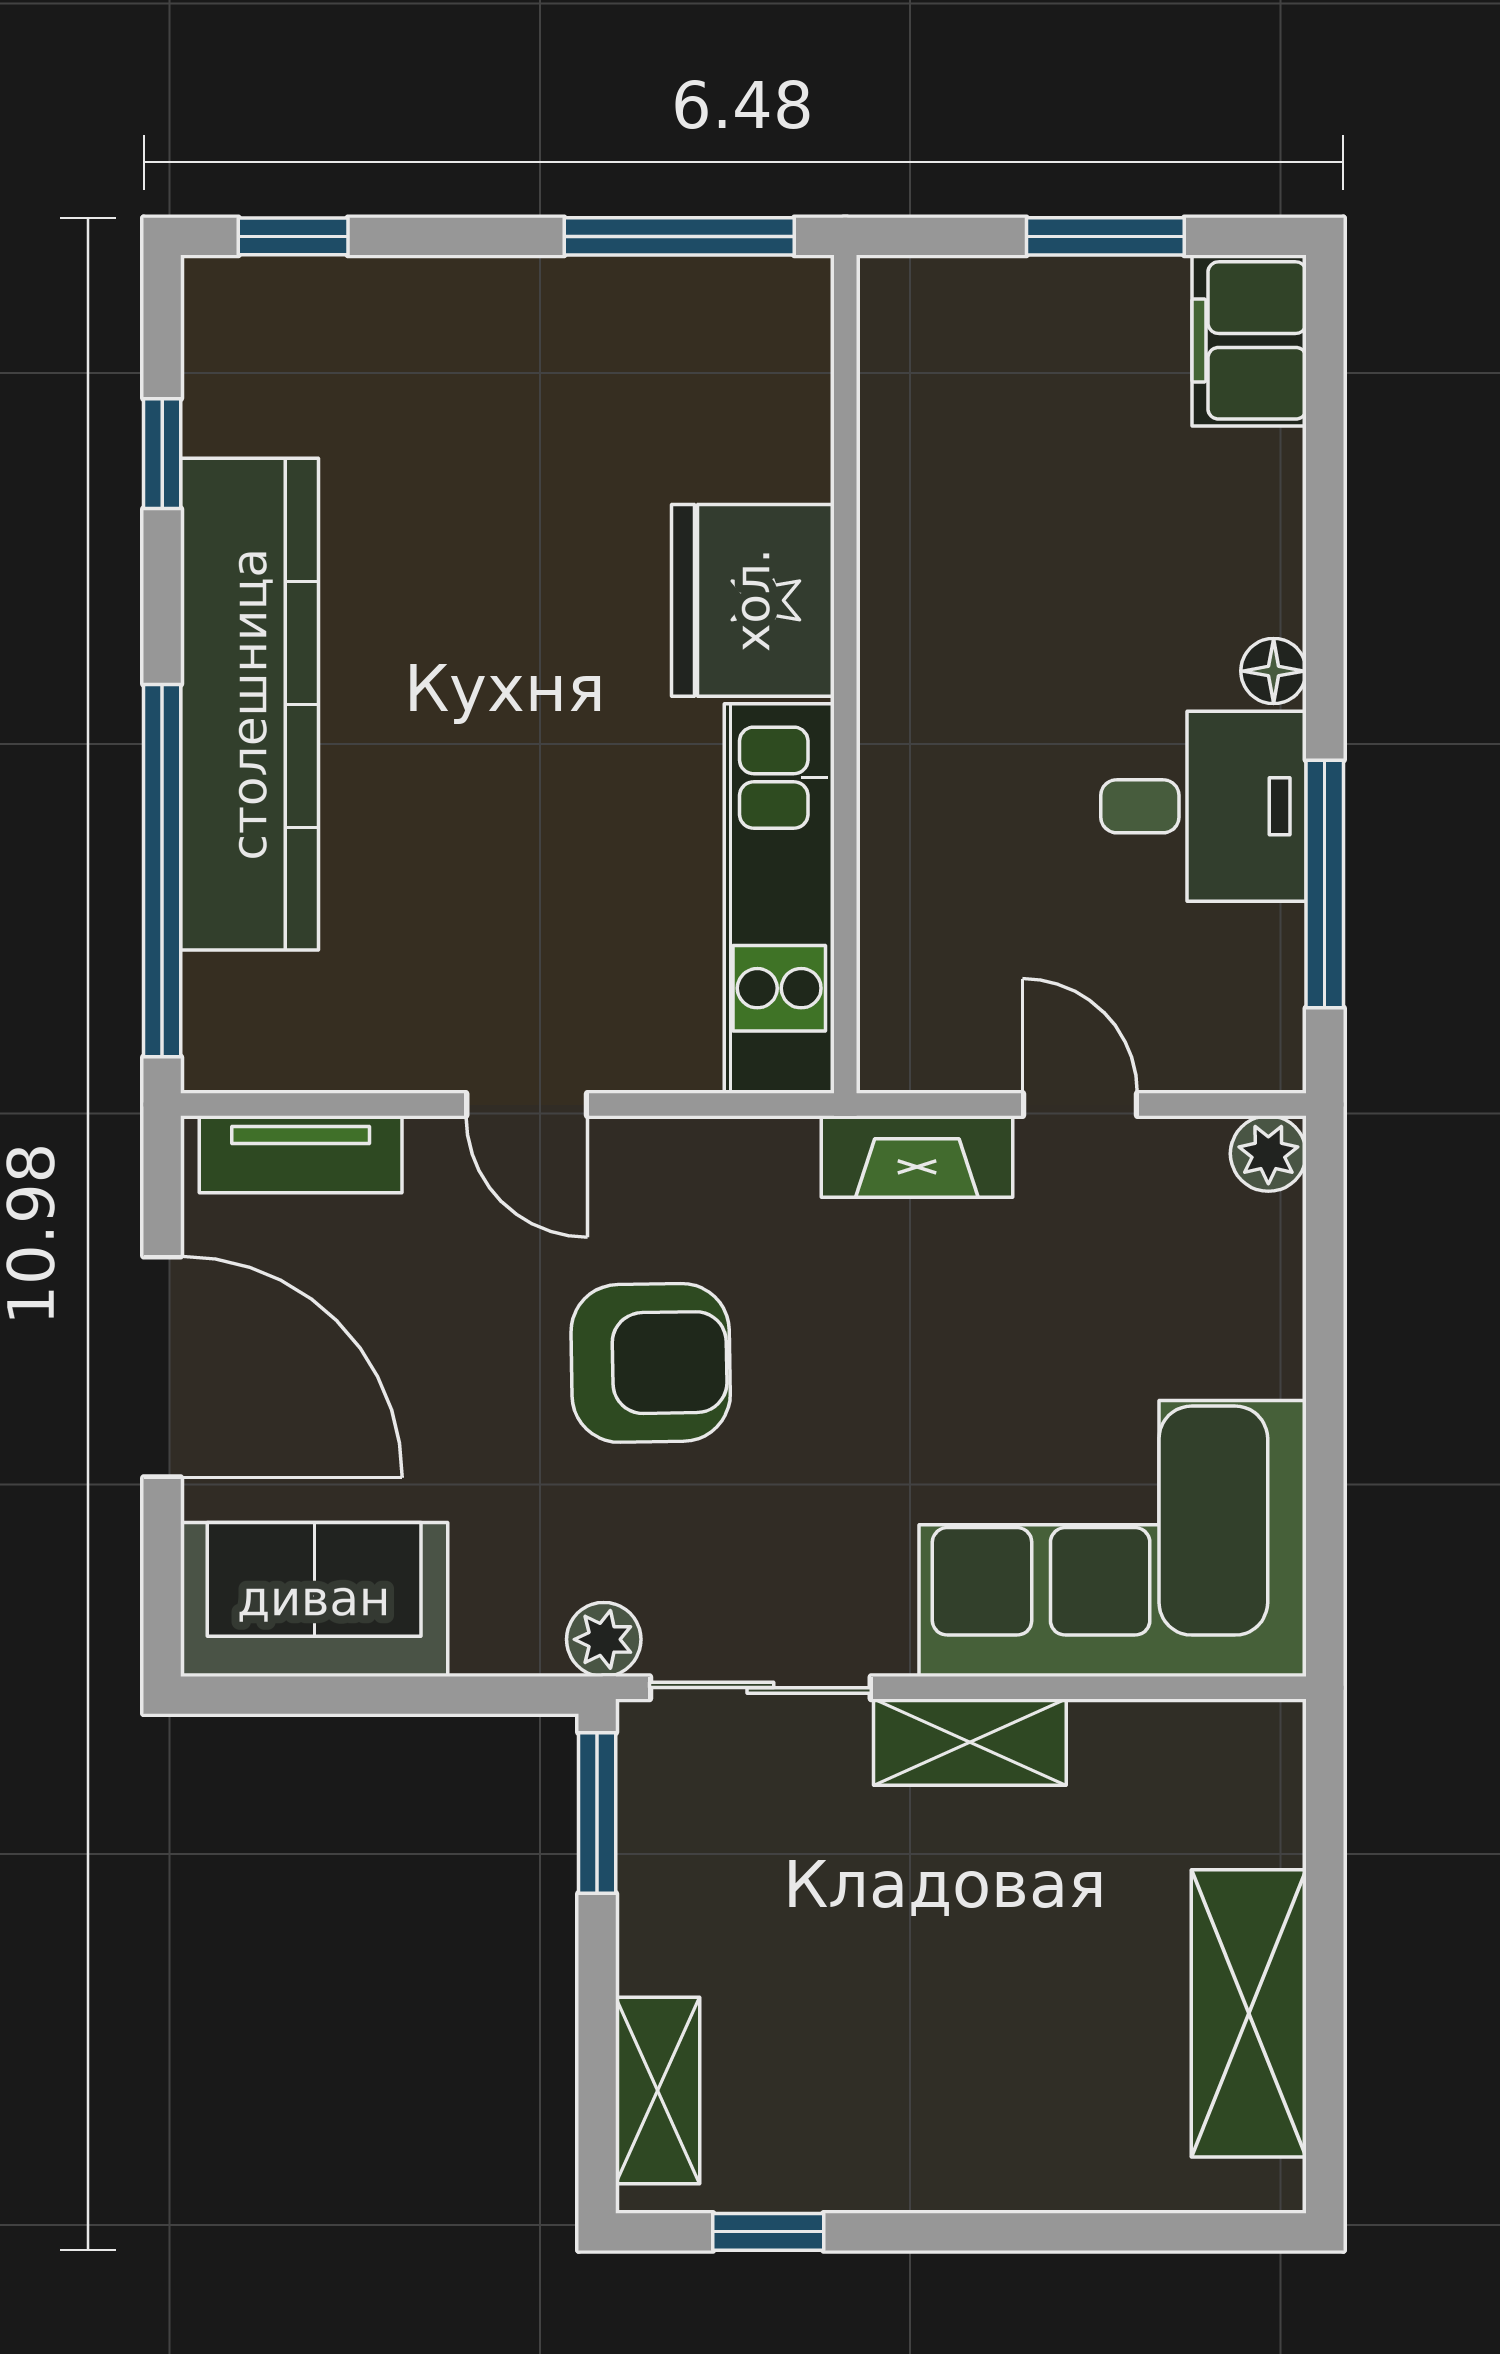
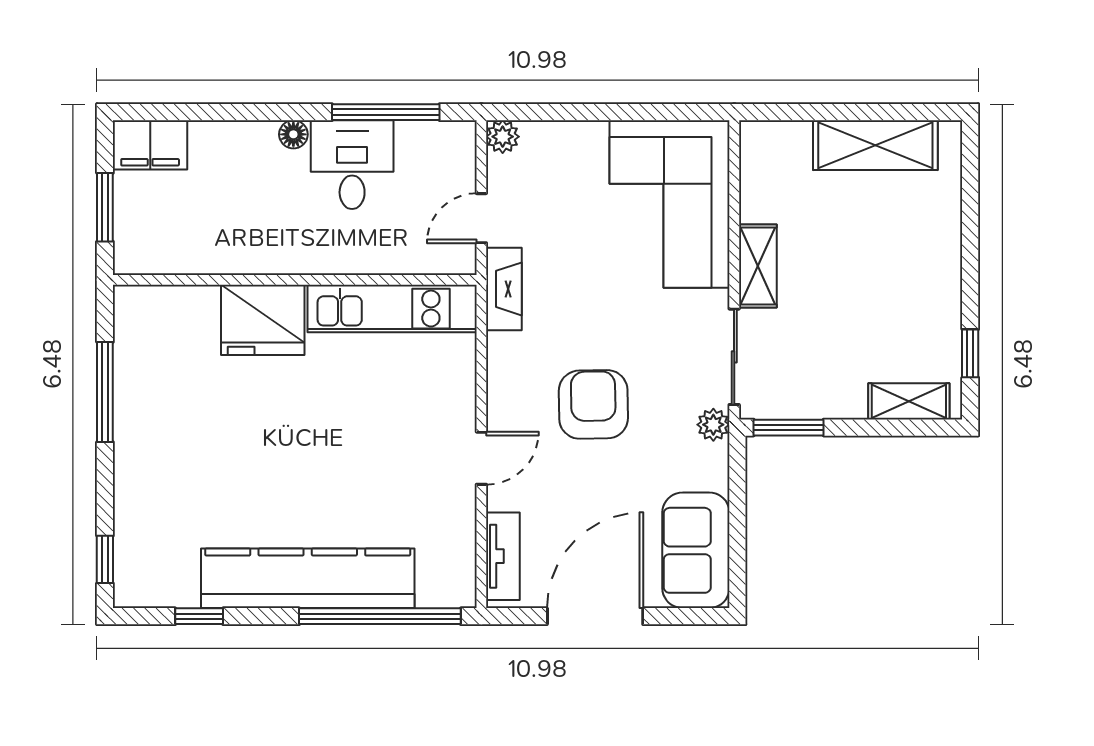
fridge: (753, 600) -> (263, 320), moved
wall: (845, 674) -> (295, 280), moved
kitchen unit: (779, 899) -> (392, 309), moved

